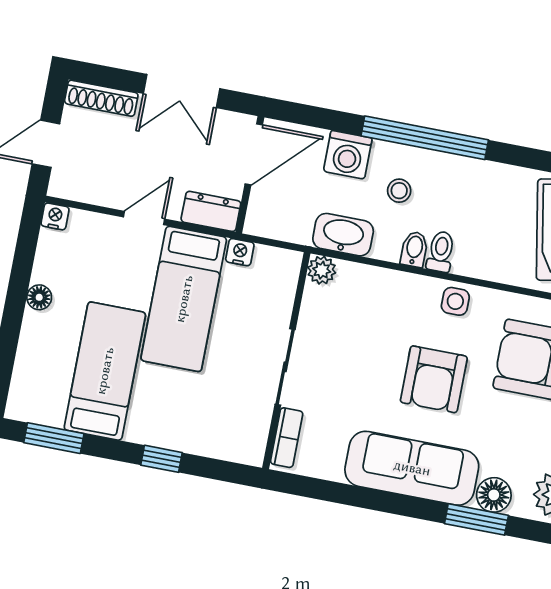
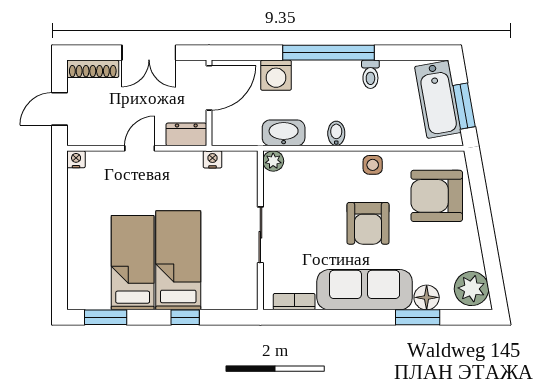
stool: (399, 191) -> (317, 94), removed
toilet: (441, 252) -> (370, 74), moved, turned 180
floor lamp: (39, 297) -> (76, 219), removed
bed: (184, 299) -> (178, 260), moved, turned 180
bookcase: (287, 438) -> (294, 302), moved, turned -90

